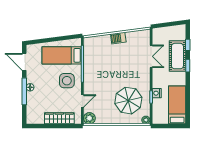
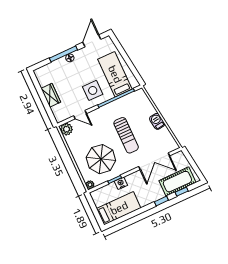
double door: (151, 56) -> (154, 161), width x1.37
cot: (177, 56) -> (177, 182), moved
sun lounger: (118, 70) -> (126, 135), added
wardrobe: (59, 118) -> (51, 95), width x0.67

